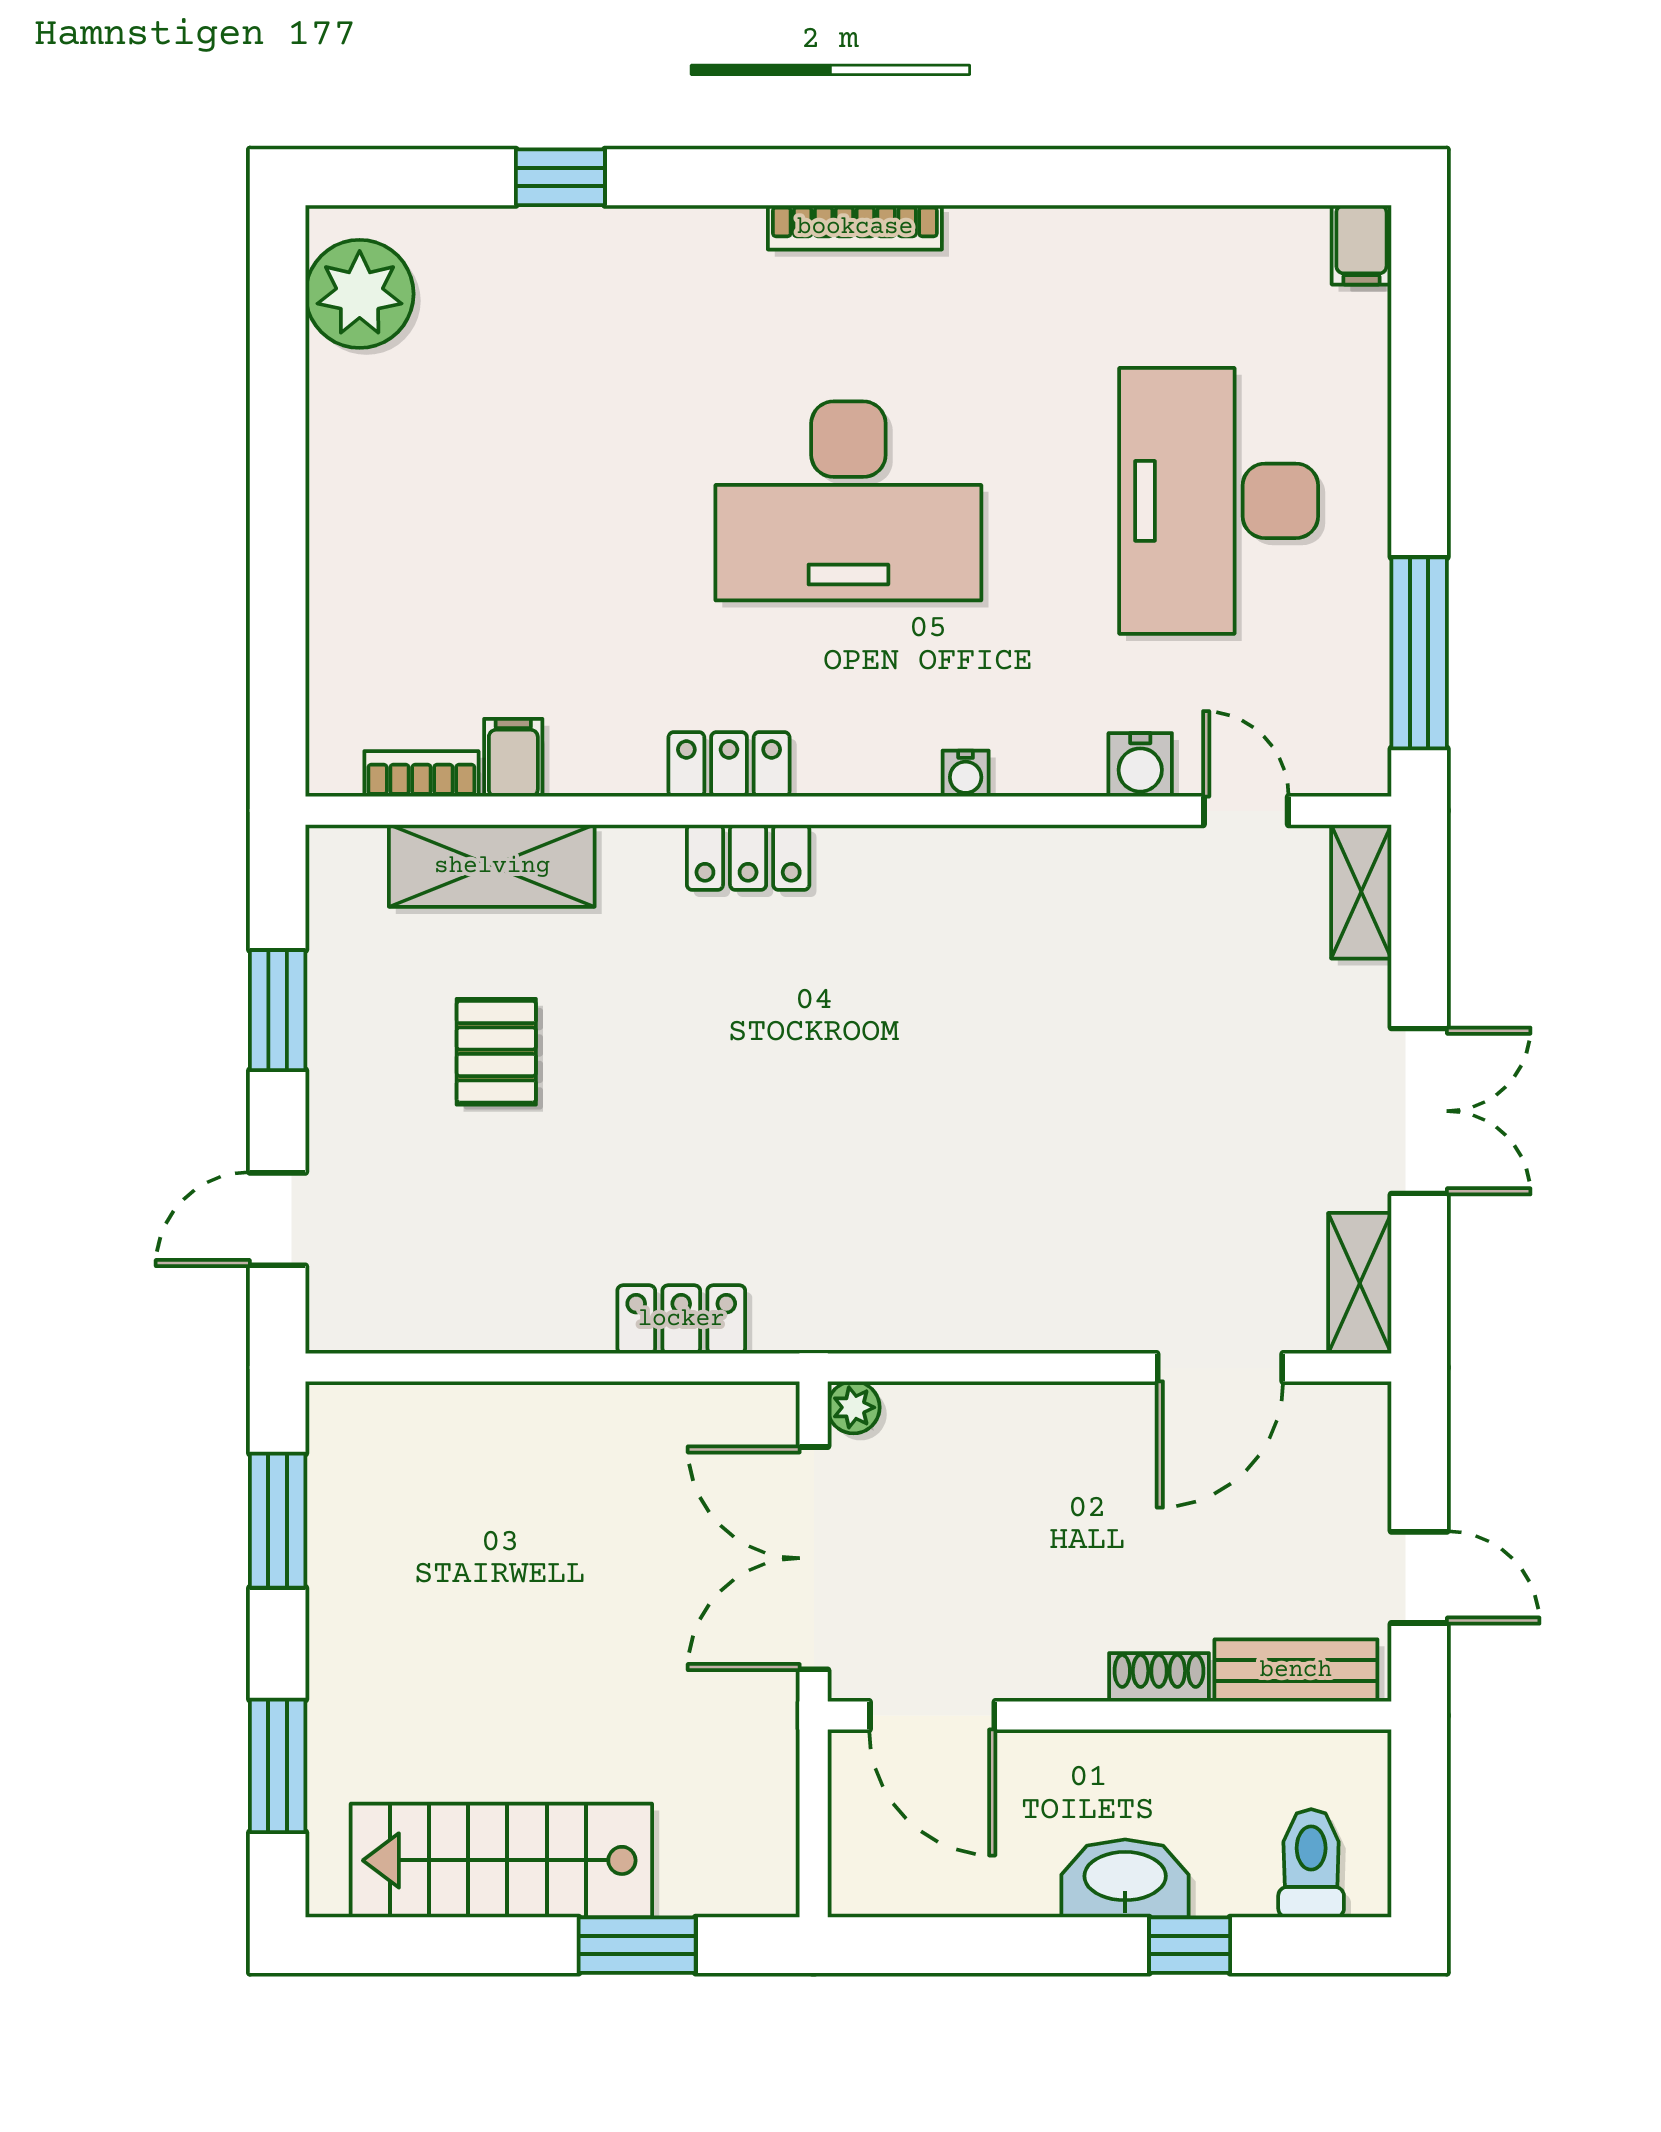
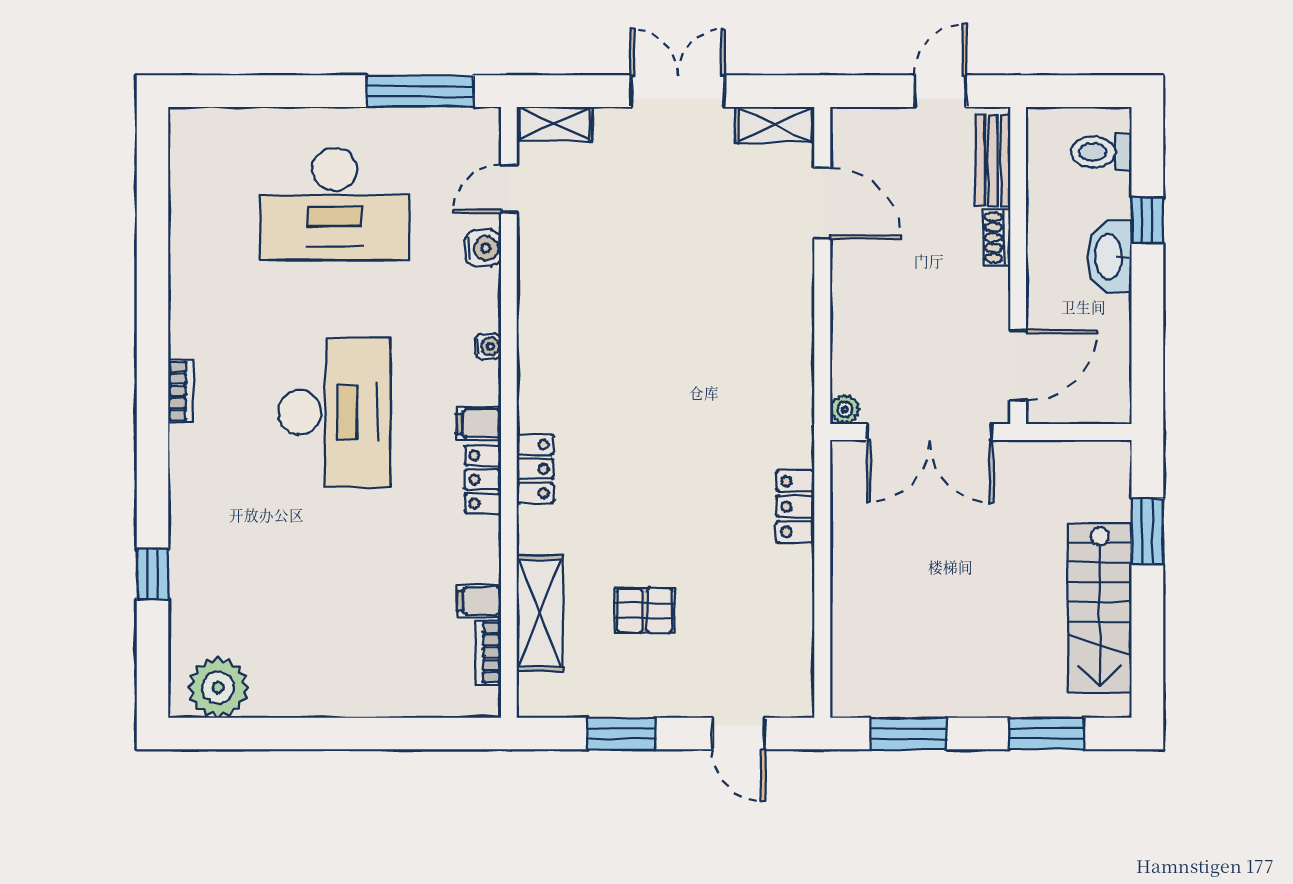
bookcase: (855, 227) -> (181, 391), width x0.64
filing cabinet: (1361, 245) -> (479, 424), moved, turned 180

